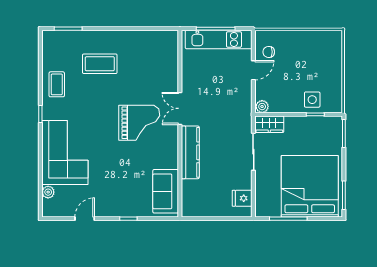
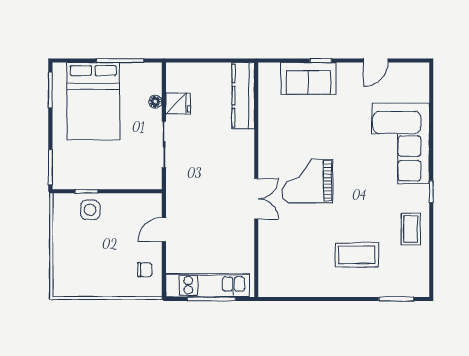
door: (253, 70) -> (164, 230), moved
plant: (262, 107) -> (153, 201), removed
wardrobe: (269, 124) -> (144, 179), removed
kitchen counter: (190, 152) -> (243, 96), moved
floor lamp: (260, 186) -> (155, 102), added
bed: (310, 186) -> (93, 101), width x0.73
sofa: (166, 191) -> (308, 78), moved, turned 90
plant: (48, 192) -> (422, 94), removed
fridge: (242, 198) -> (178, 103), moved

